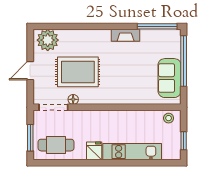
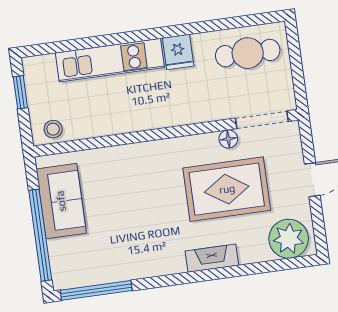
fireplace: (126, 35) -> (212, 258), moved
window: (30, 138) -> (296, 60), removed

